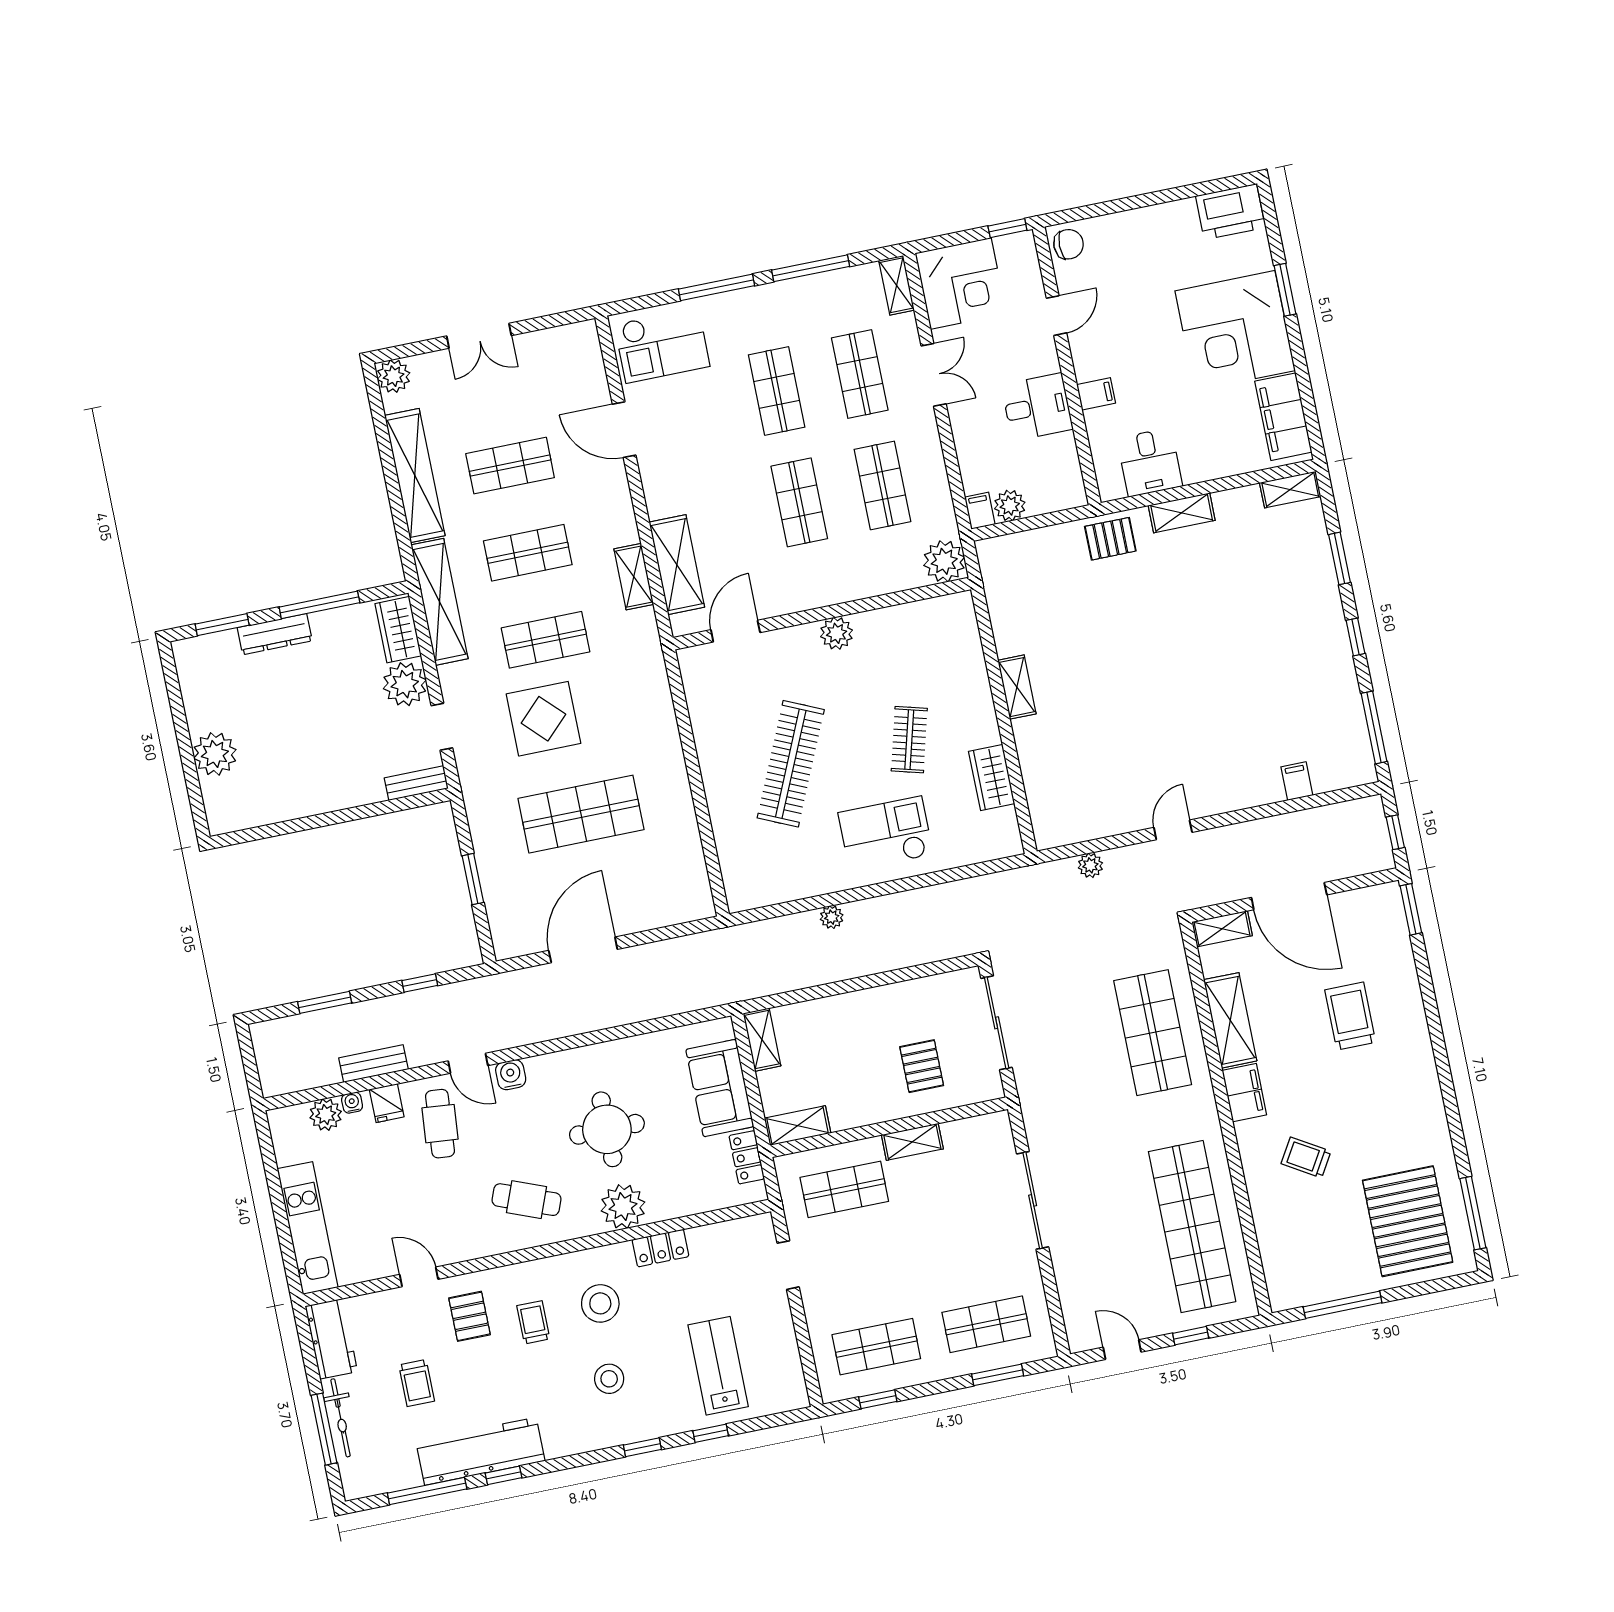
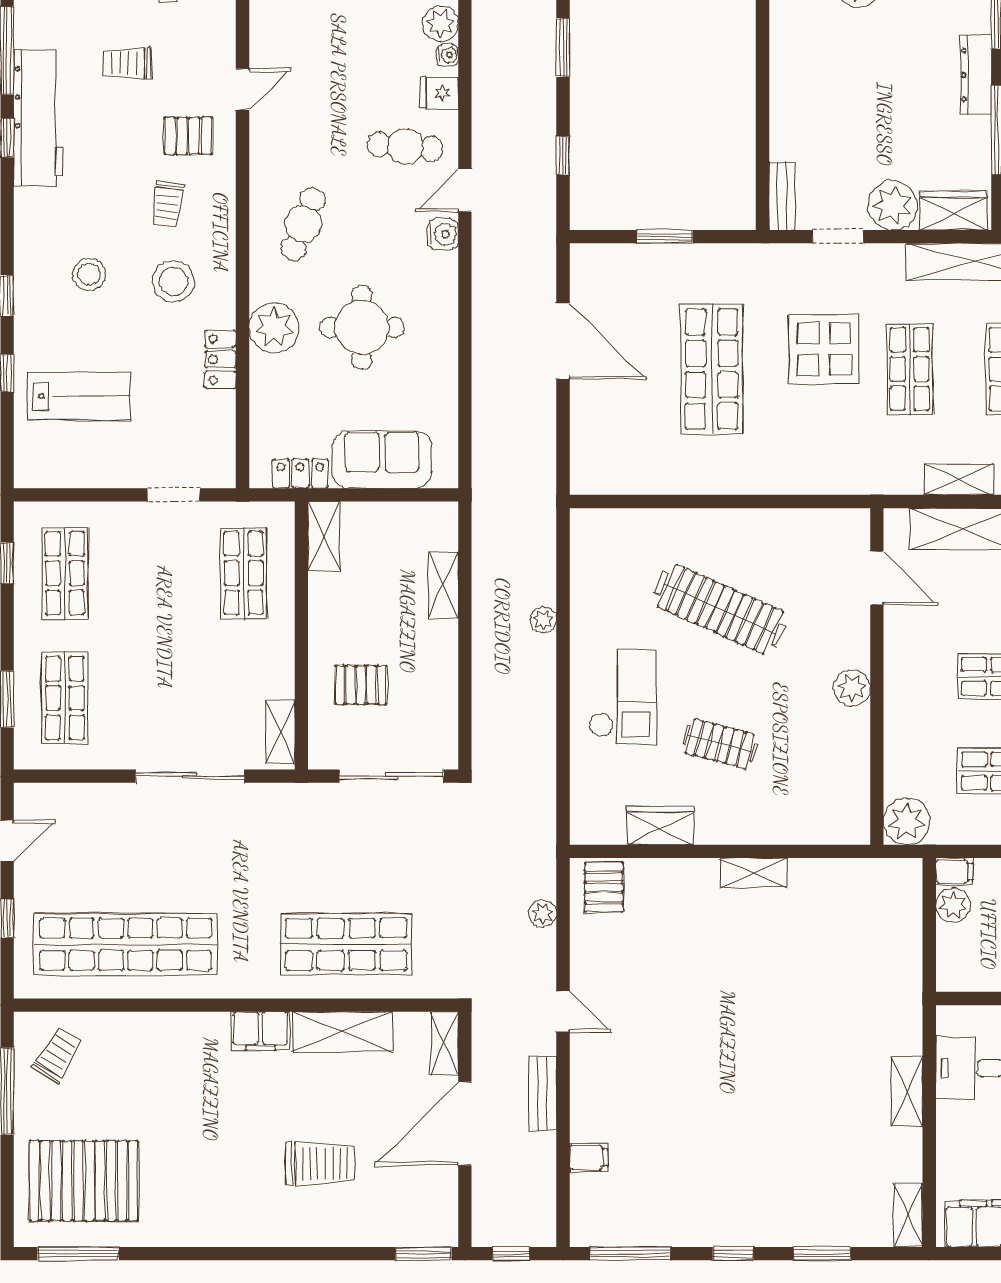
pallet: (1110, 539) -> (604, 887), moved
shelving: (762, 1040) -> (444, 585), moved, turned 90
bench: (373, 1064) -> (542, 1094), moved
shelving: (912, 1142) -> (280, 732), moved
trolley: (1306, 1157) -> (57, 1055), moved
trolley: (533, 1322) -> (168, 204), turned 97

